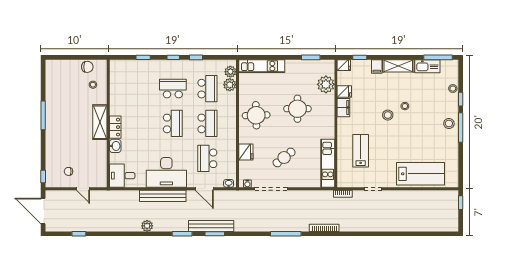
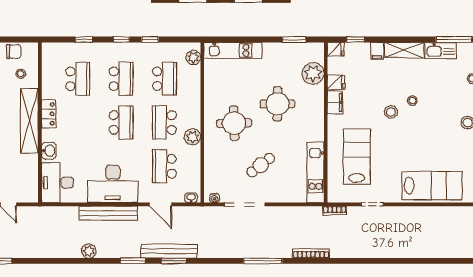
plant: (230, 85) -> (192, 137), moved
school desk: (138, 89) -> (78, 79), added
school desk: (173, 89) -> (121, 79), turned 90
round table: (256, 115) -> (234, 123), moved
shelving: (100, 122) -> (29, 121), width x1.47
school desk: (207, 123) -> (164, 122), turned 180
locker: (115, 127) -> (49, 114), moved
lab bench: (361, 151) -> (357, 157), width x1.36, depth x1.39
fridge: (246, 152) -> (213, 158), removed
desk: (122, 176) -> (57, 183), width x1.37

